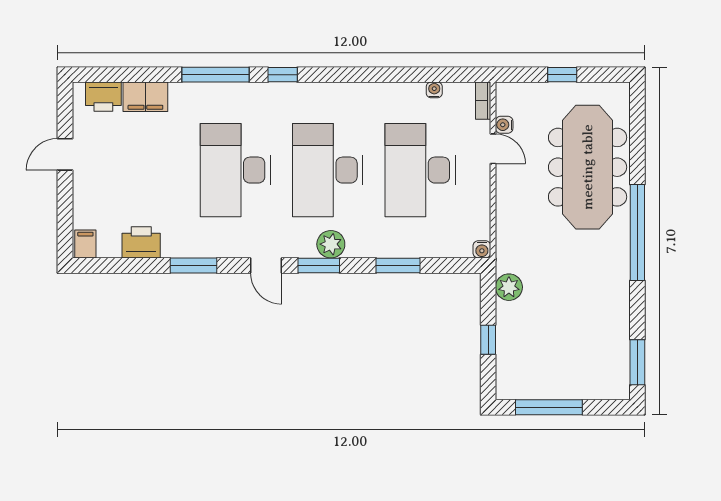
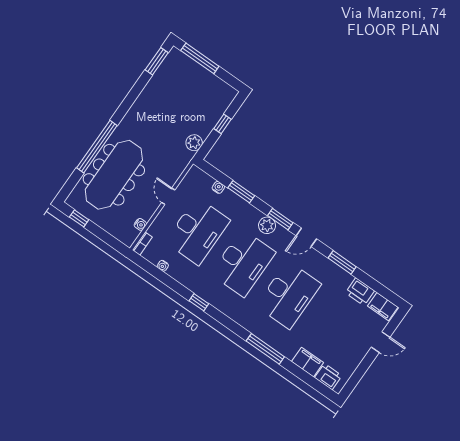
window: (283, 75) -> (199, 302), moved
window: (562, 75) -> (79, 218), moved
door: (493, 149) -> (168, 196), moved
door: (65, 154) -> (381, 342), moved
window: (637, 233) -> (97, 147), moved
filing cabinet: (85, 244) -> (383, 307), width x2.00
water cooler: (482, 249) -> (218, 187), moved
door: (266, 265) -> (306, 237), swing flipped
window: (549, 407) -> (200, 58), moved

